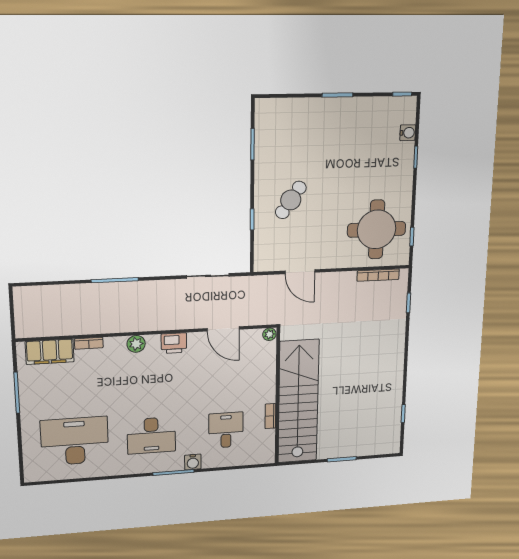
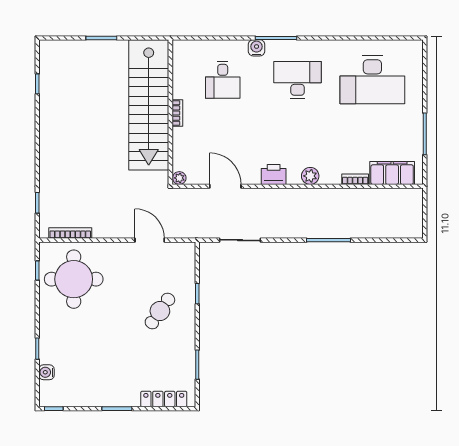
locker: (288, 106) -> (164, 399), added
bookcase: (270, 416) -> (177, 113), moved

